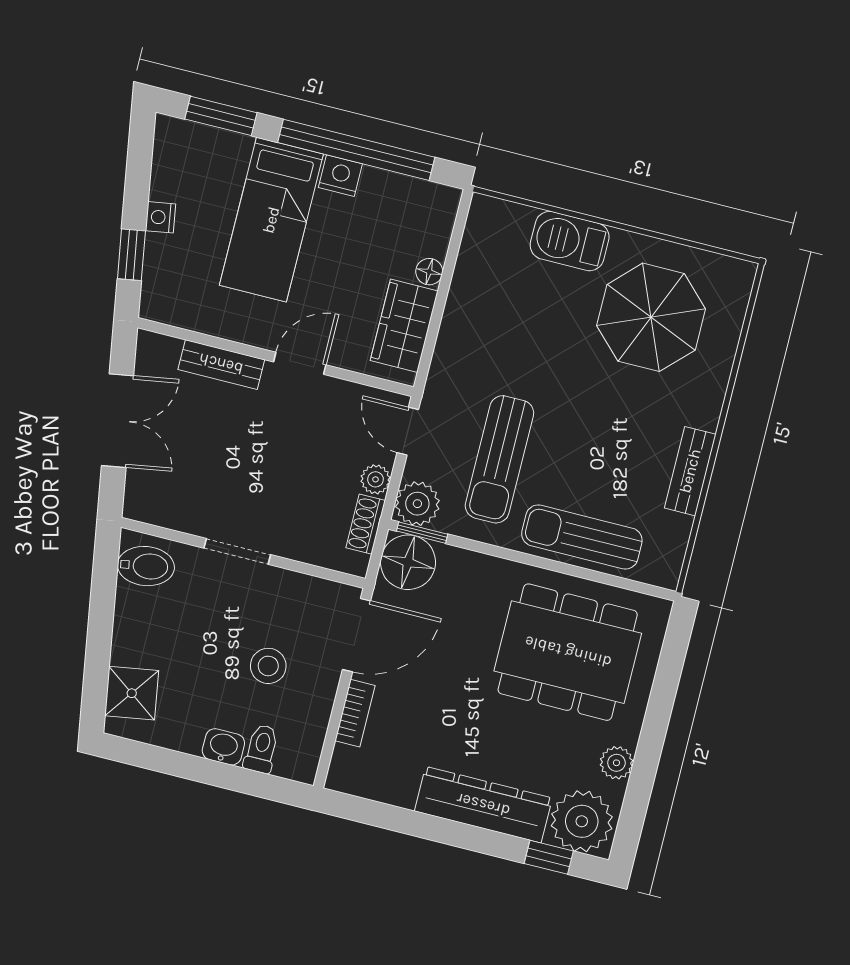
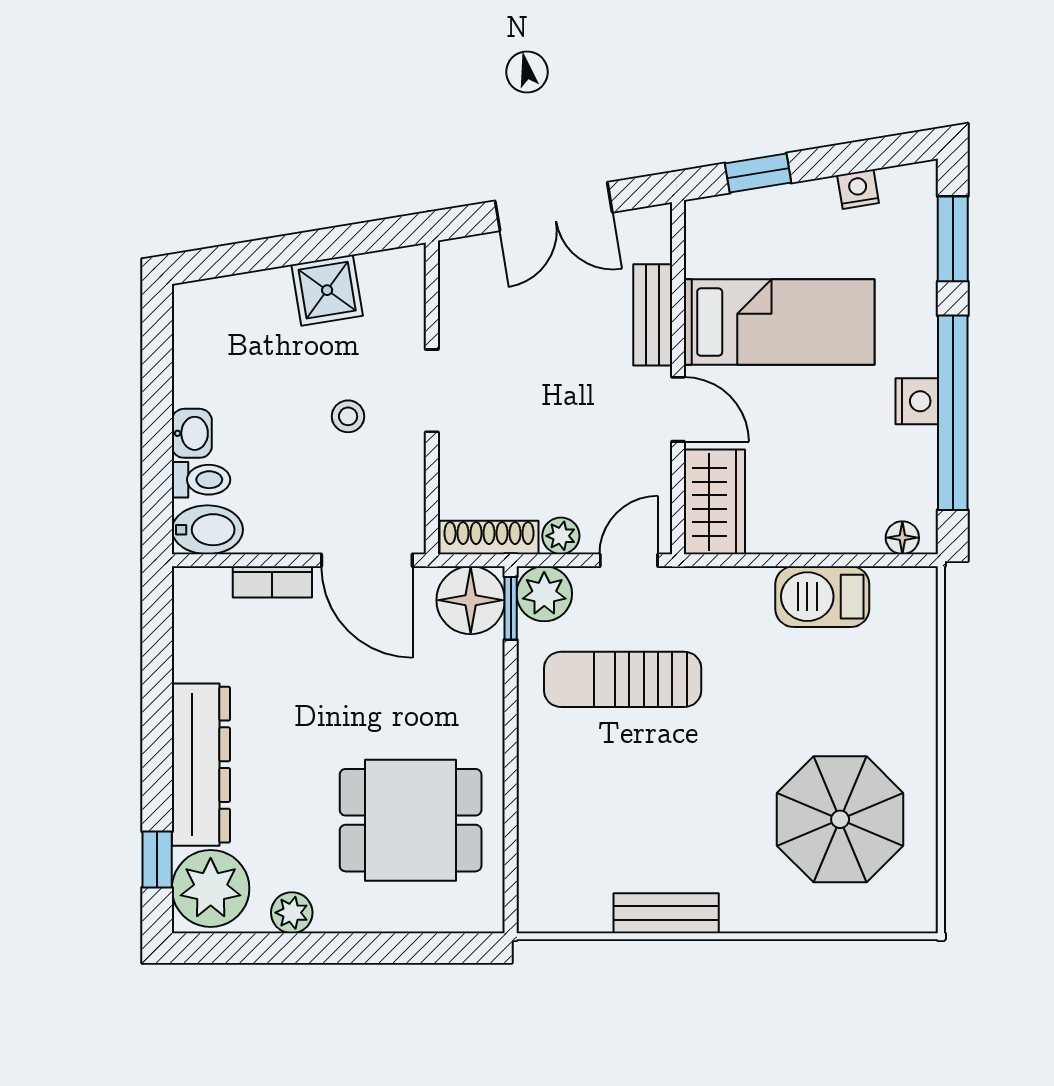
nightstand: (160, 217) -> (858, 189), moved
bed: (271, 220) -> (779, 322), moved, turned 180
barbecue: (570, 241) -> (822, 597), moved, turned -90
floor lamp: (429, 272) -> (902, 538), moved
wardrobe: (404, 326) -> (714, 502), moved, turned 90
shoe rack: (366, 524) -> (489, 537), width x1.43
sun lounger: (582, 537) -> (554, 802), removed
bidet: (146, 566) -> (207, 530), moved, turned -81
dining table: (568, 652) -> (411, 820), width x0.73
stool: (268, 666) -> (348, 416), moved, width x0.73, depth x0.73
shower: (132, 693) -> (327, 290), moved

